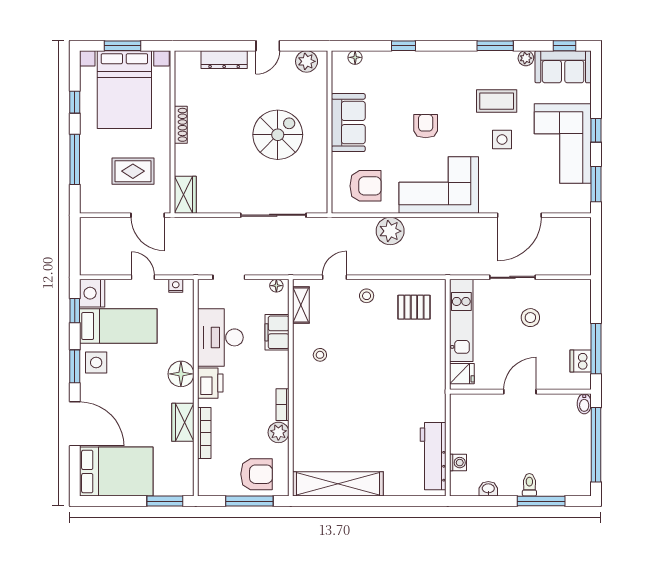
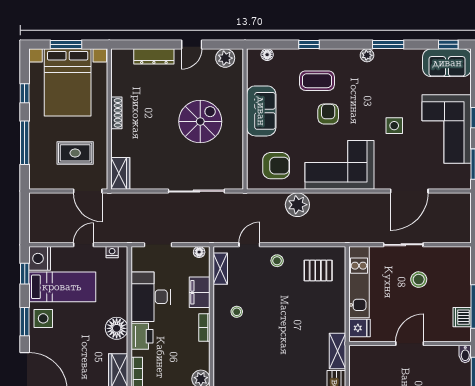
plant: (526, 58) -> (367, 55), moved
coffee table: (497, 101) -> (317, 81), moved
door: (143, 277) -> (84, 245), hinge flipped
shelving: (436, 400) -> (338, 351), added
bookcase: (282, 405) -> (204, 328), moved

